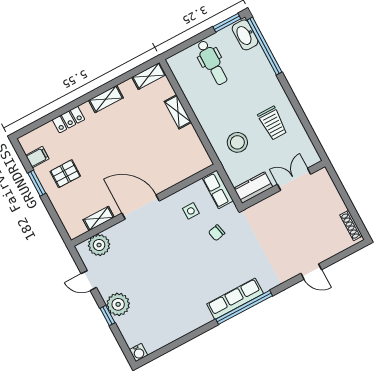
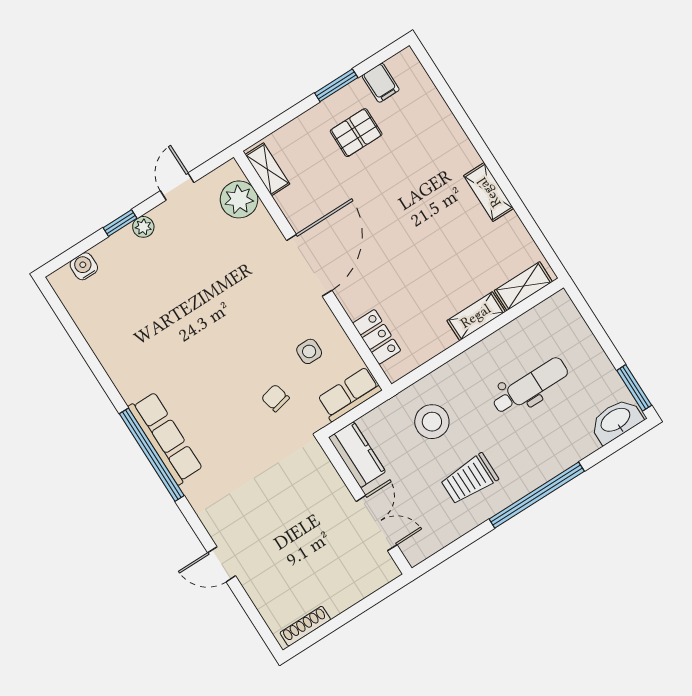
window: (264, 46) -> (537, 495), moved
dental chair: (212, 63) -> (530, 386), moved, turned 180
shelving: (149, 76) -> (523, 286), moved, turned 90
locker: (69, 120) -> (377, 337), moved, turned 180
pallet: (65, 174) -> (356, 133), turned 90
shelving: (99, 219) -> (267, 169), moved
door: (311, 272) -> (222, 564), hinge flipped
plant: (118, 304) -> (143, 227), width x0.53, depth x0.53
water cooler: (138, 352) -> (84, 266), moved, turned 90

